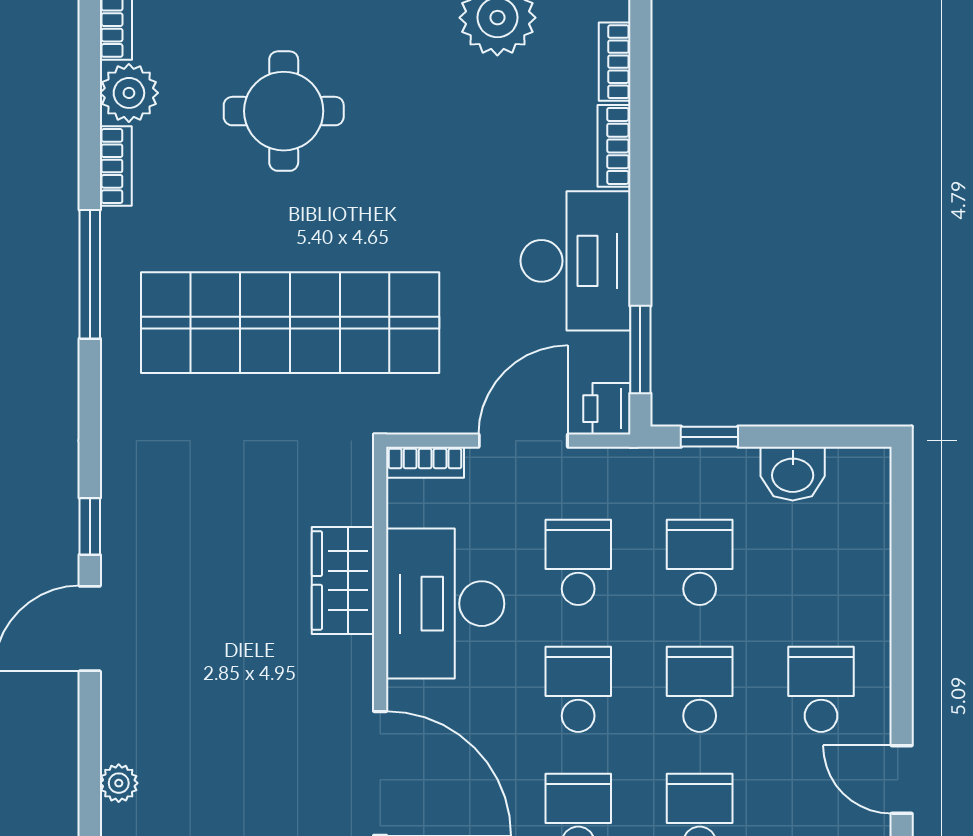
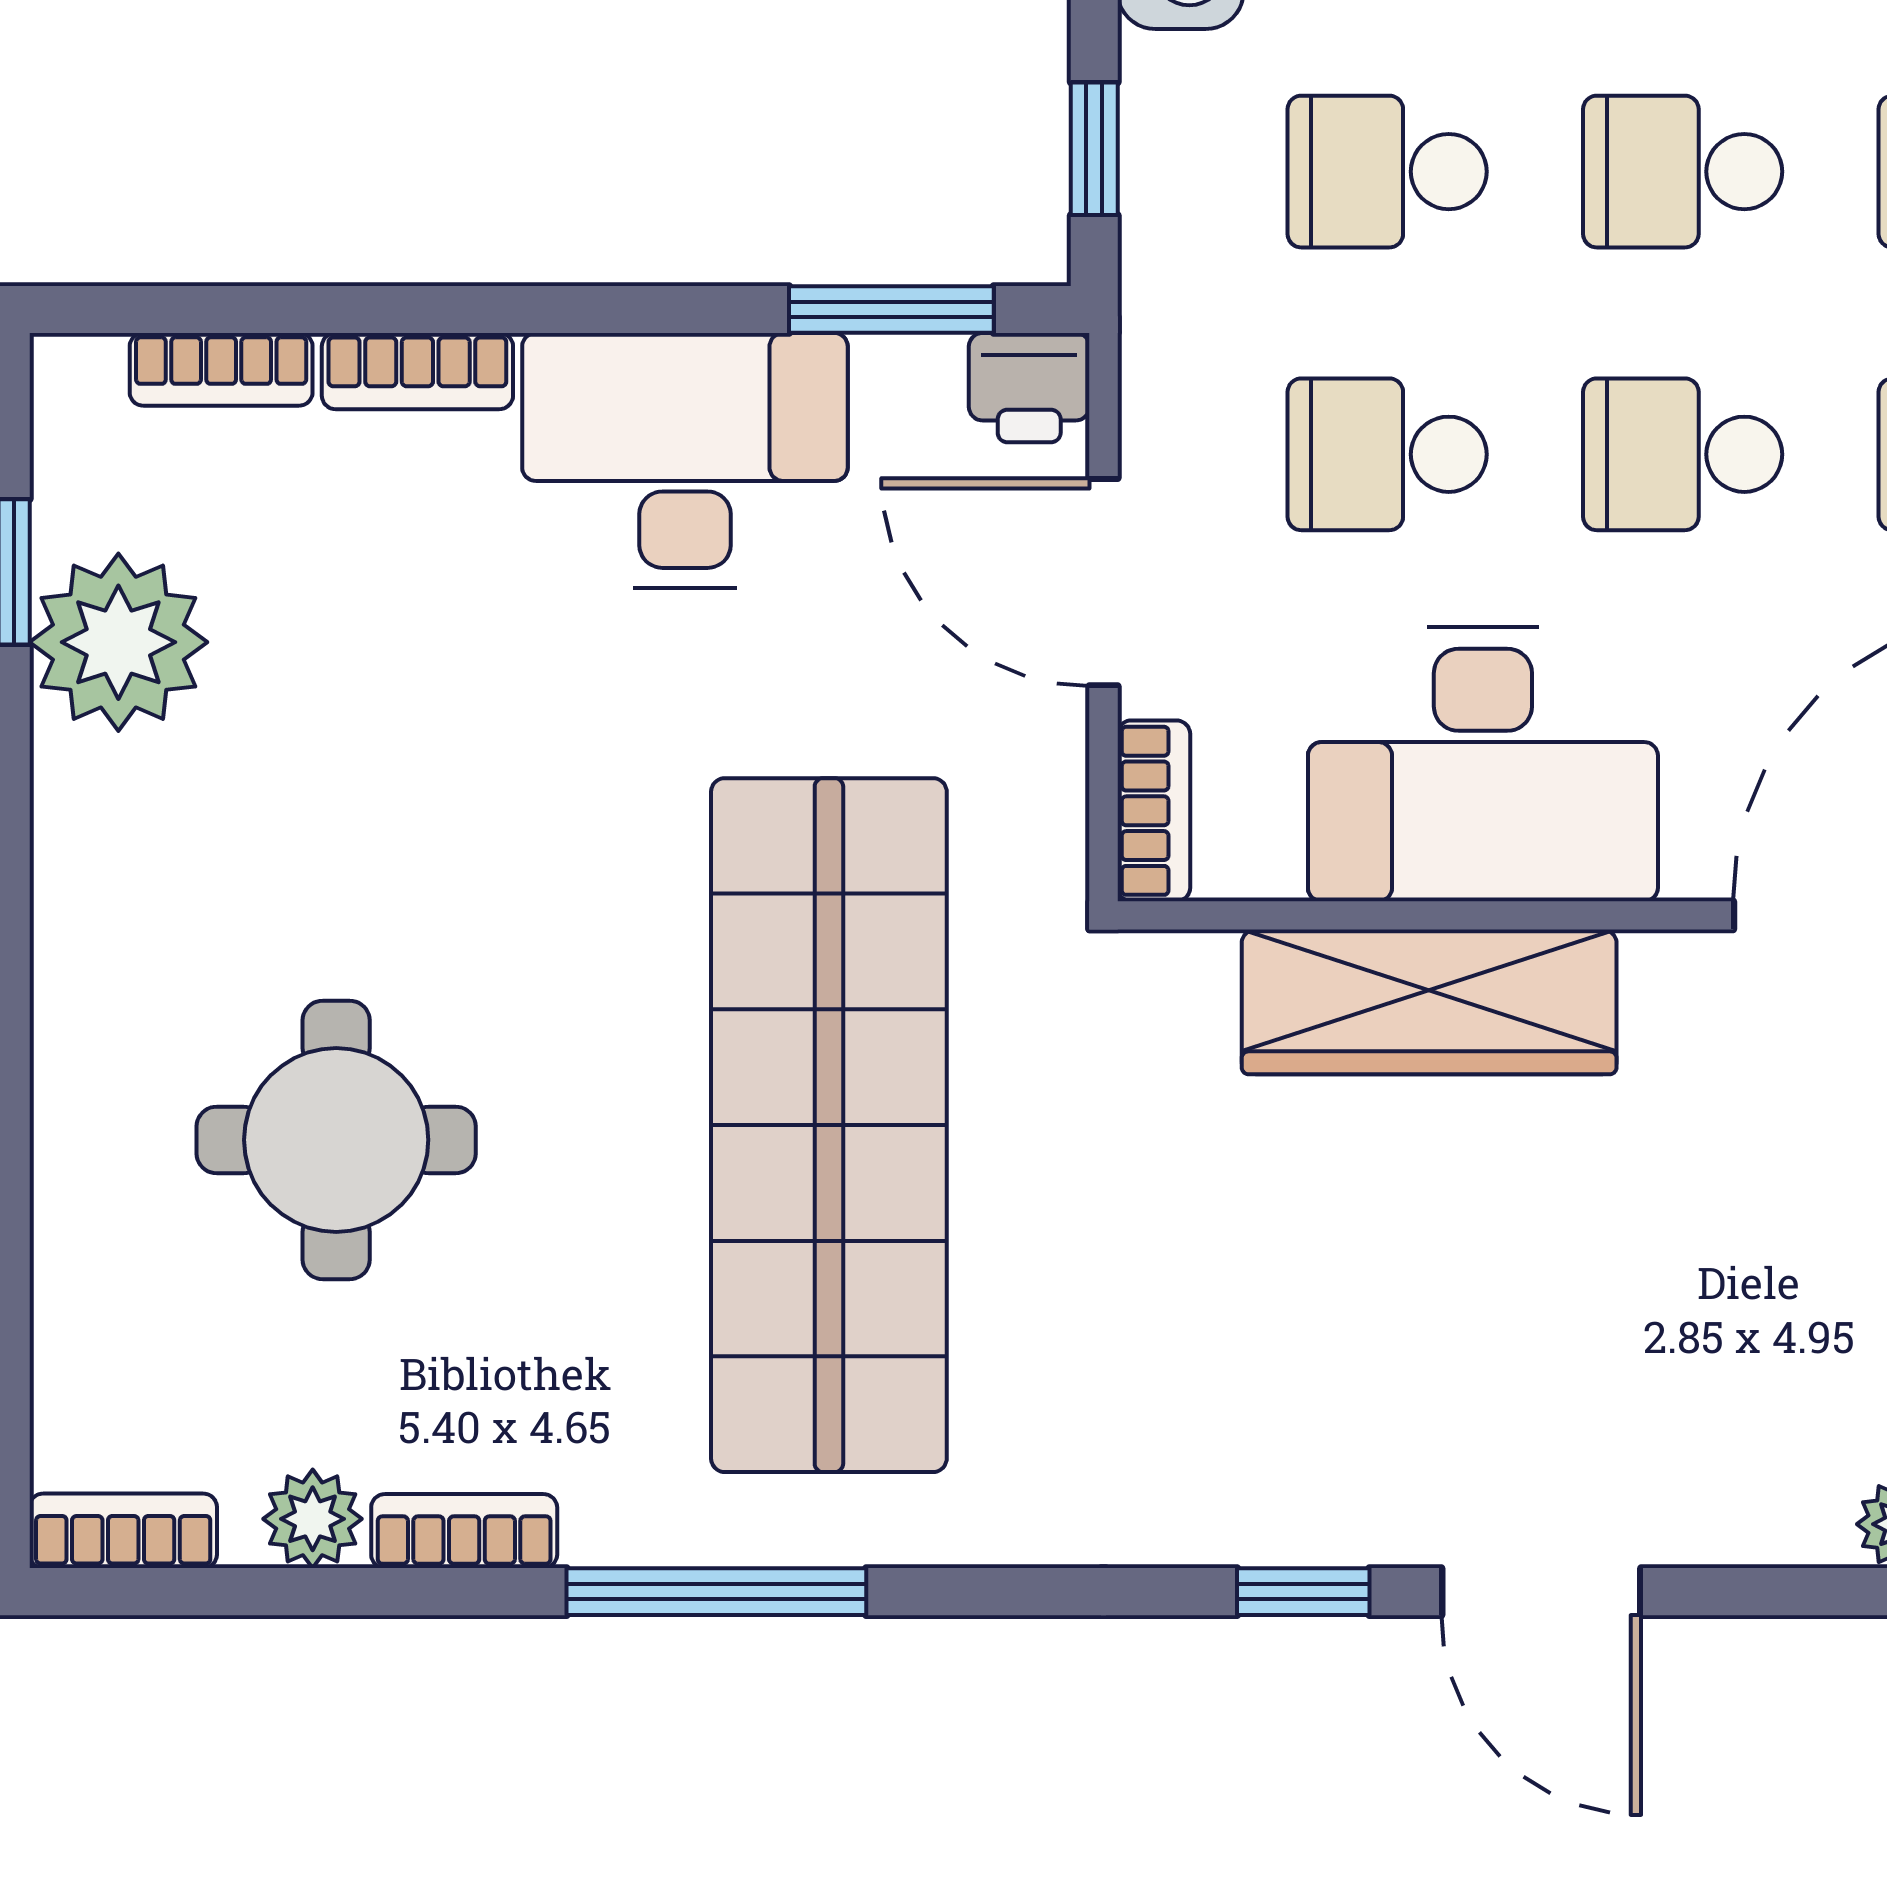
plant: (129, 93) -> (313, 1519), width x0.73, depth x0.73
wardrobe: (343, 580) -> (1429, 1002), width x1.50

